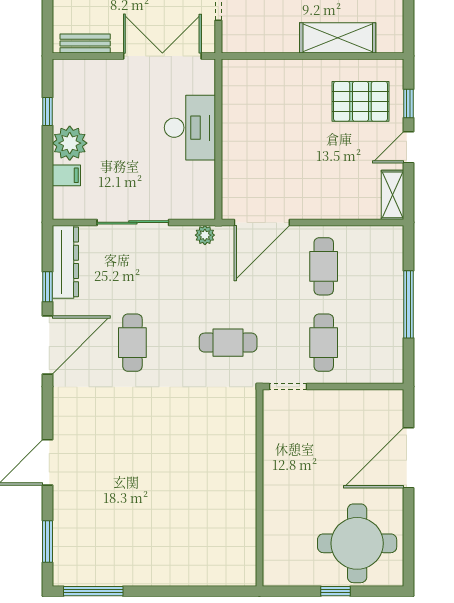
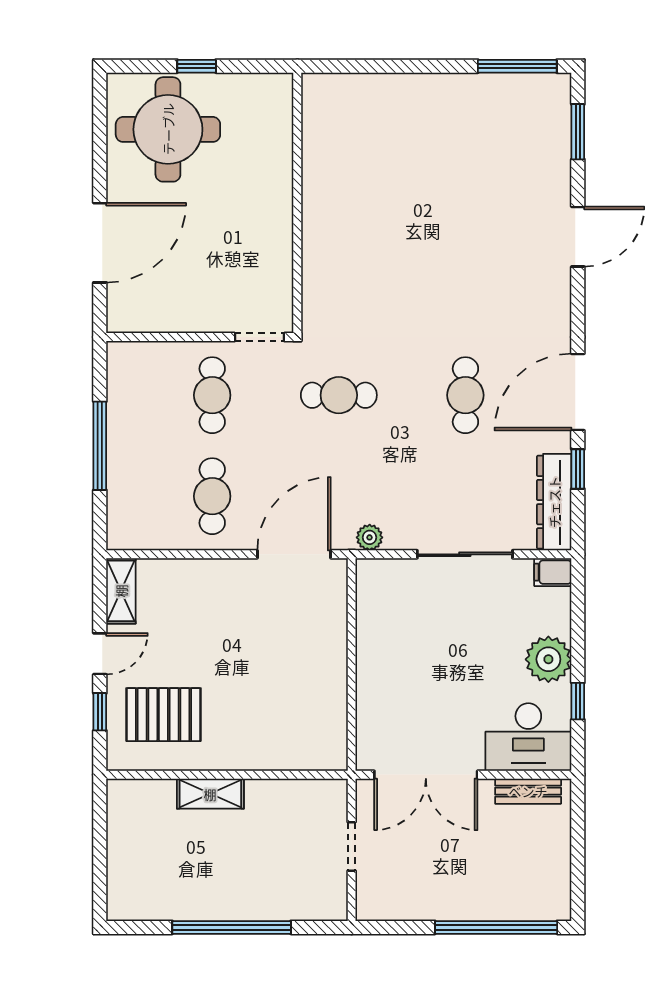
shelving: (338, 38) -> (210, 794), width x0.67, depth x0.75
desk: (190, 128) -> (528, 737), moved, turned -90
filing cabinet: (66, 175) -> (553, 572), moved

